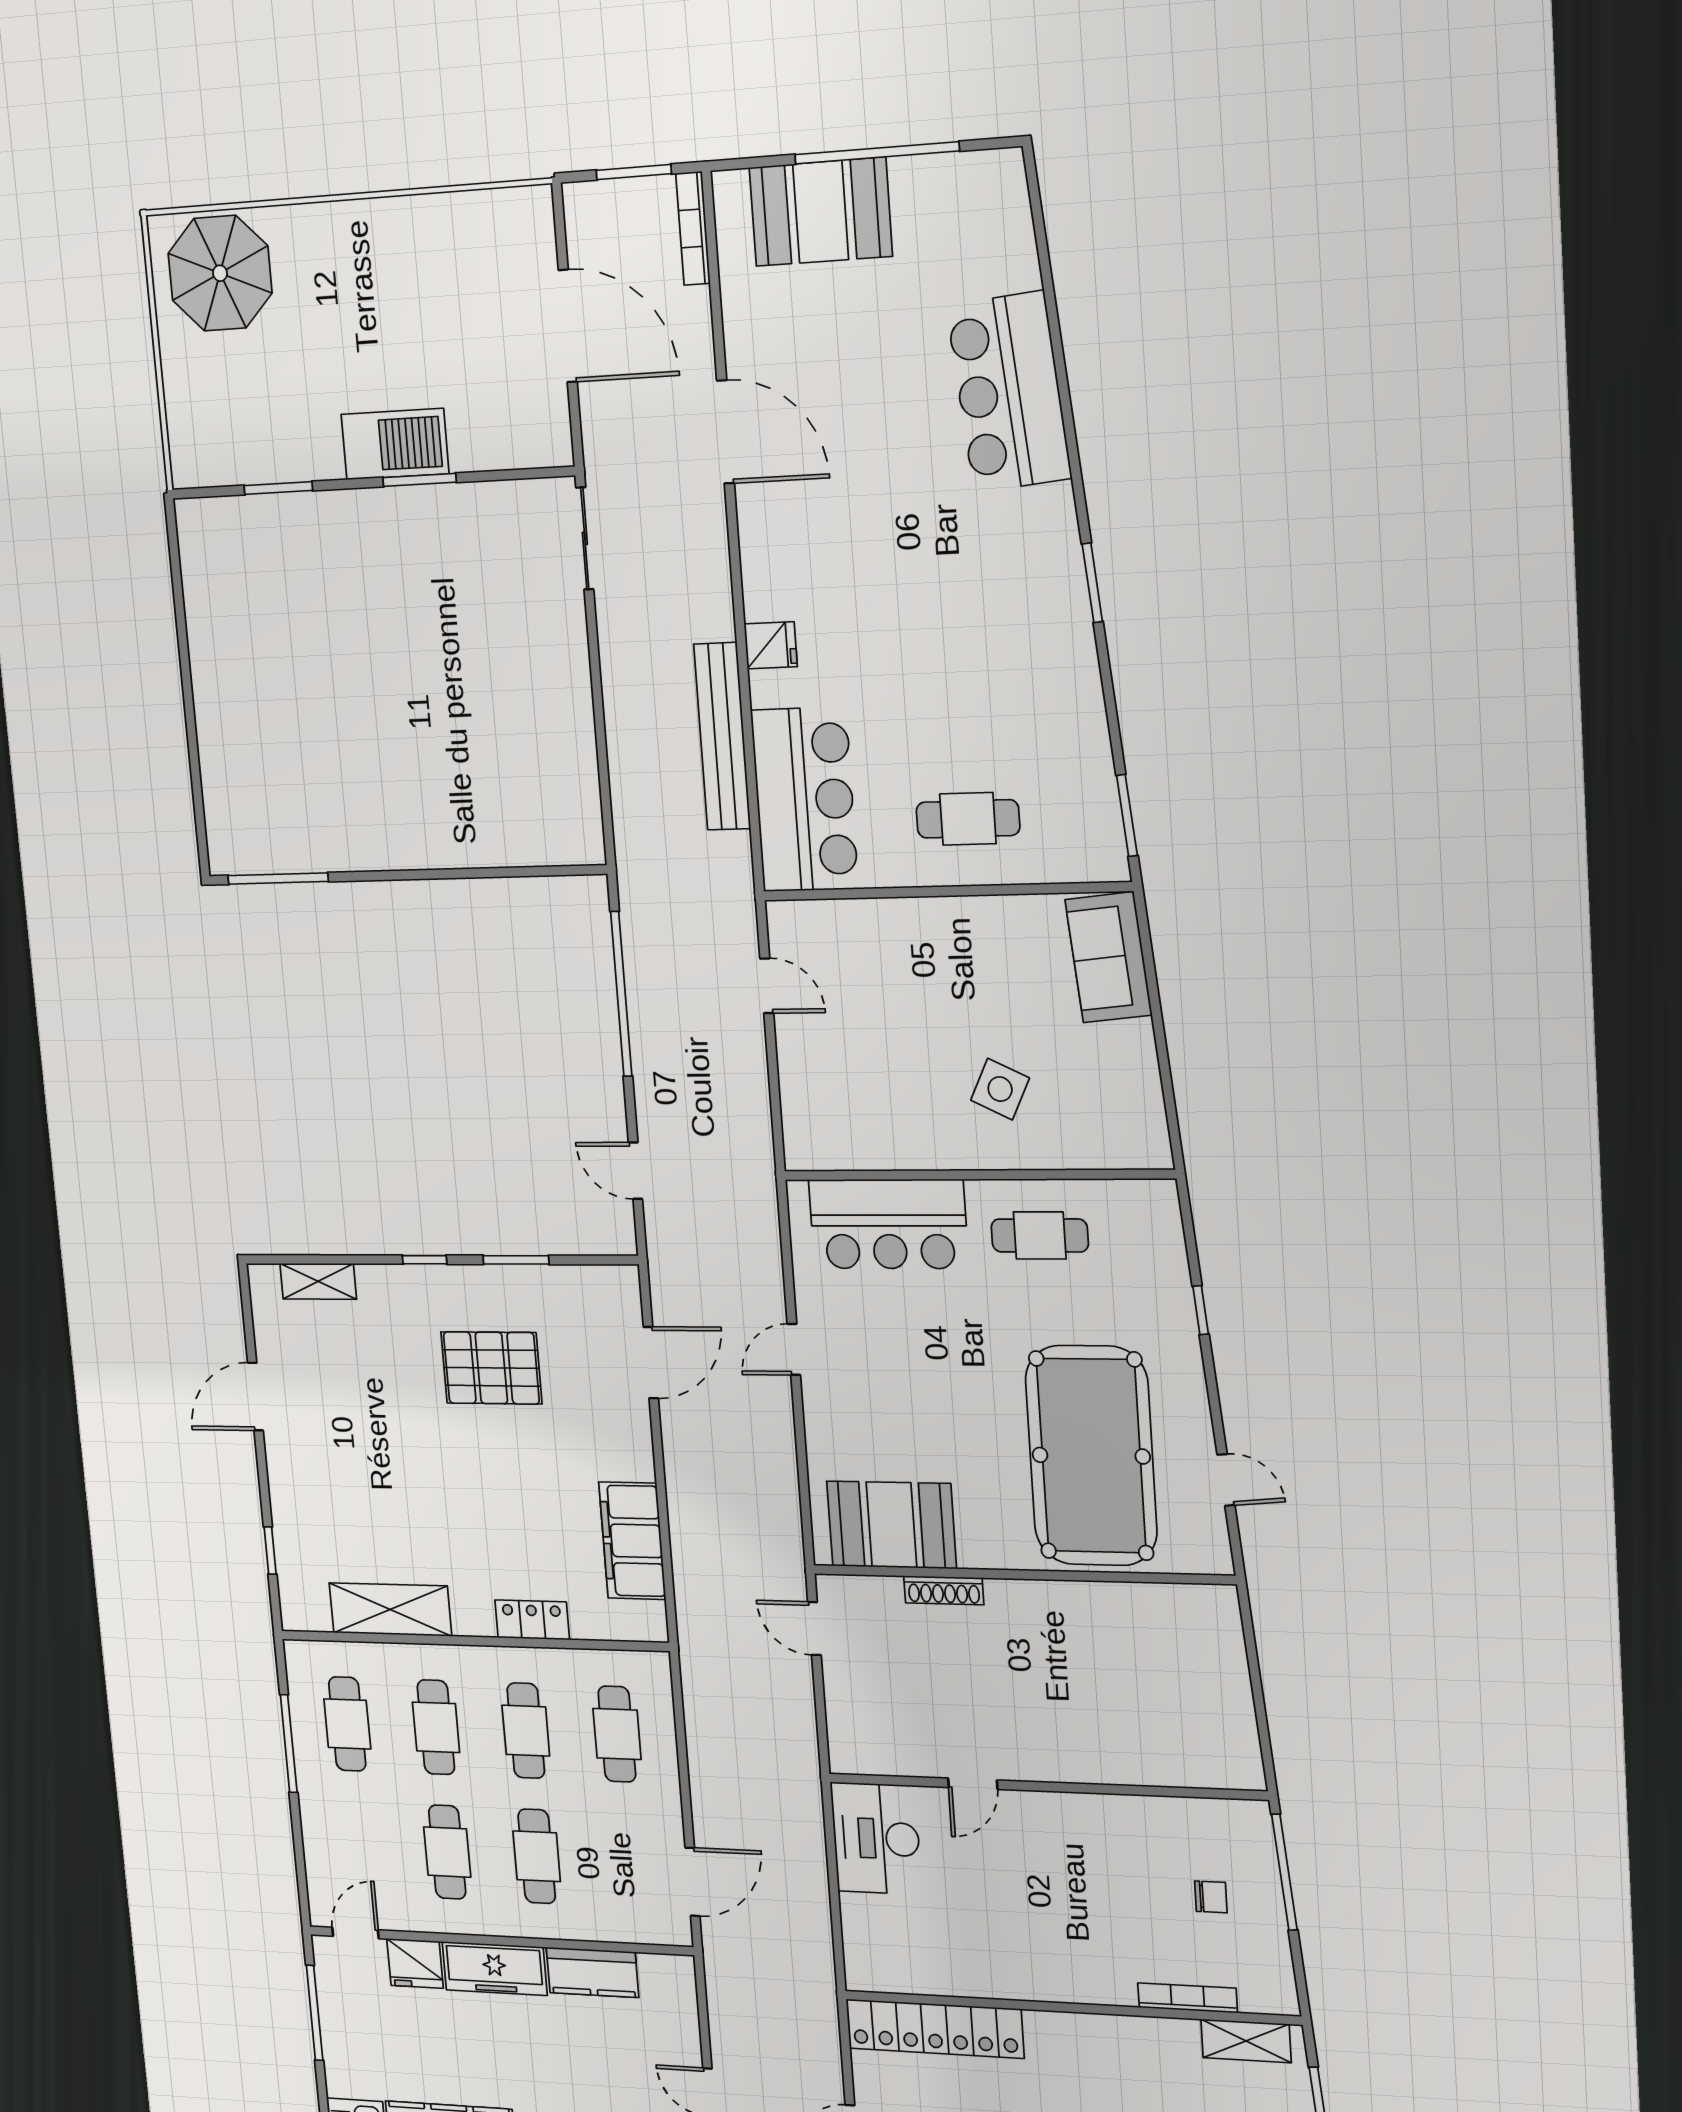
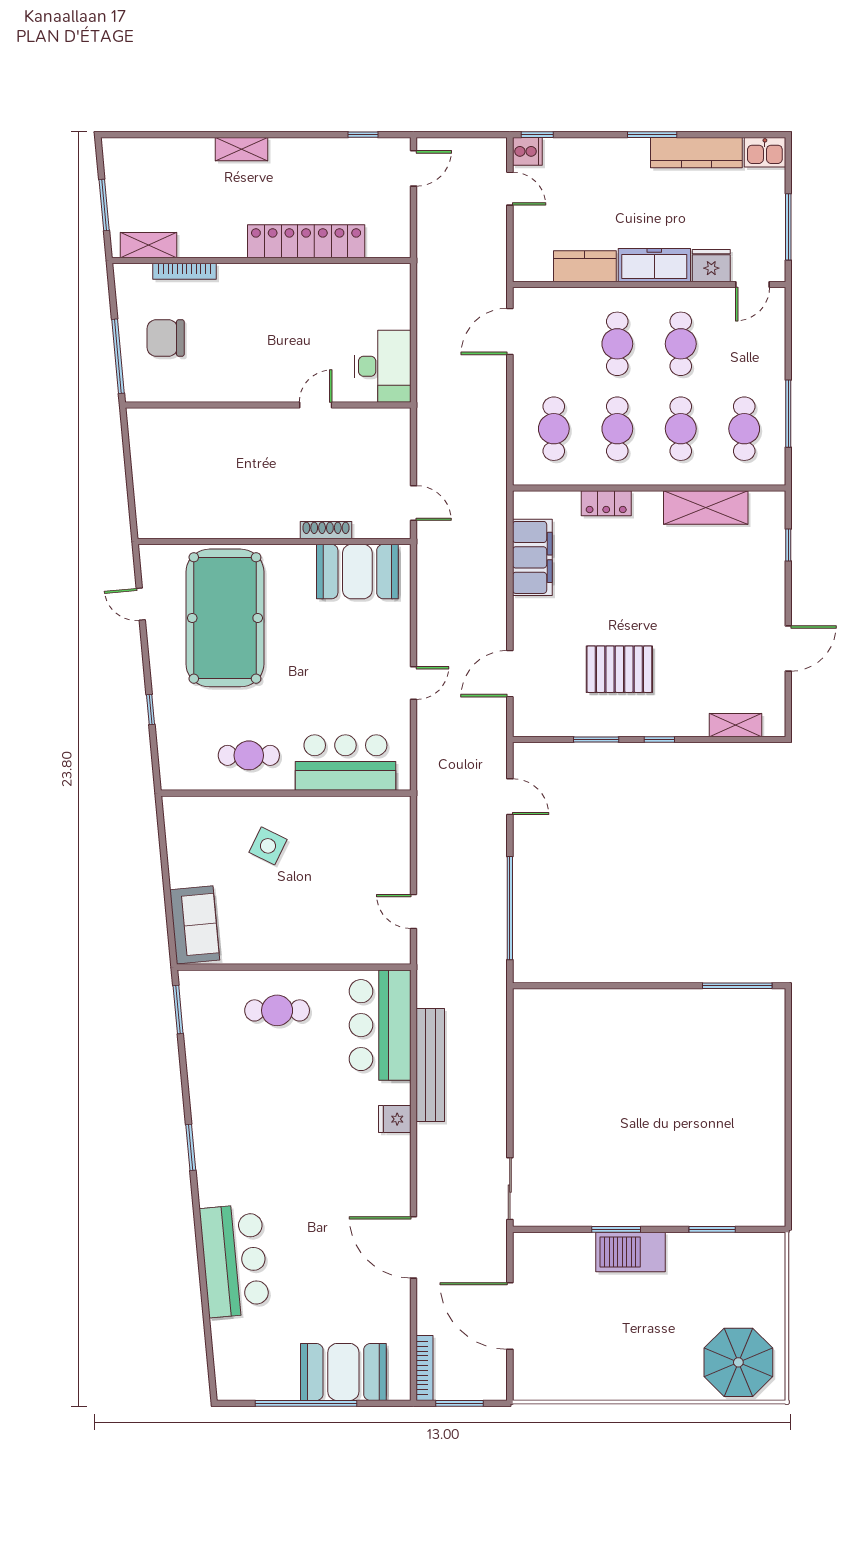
chair: (1211, 1897) -> (166, 338), width x1.87, depth x1.87
locker: (935, 2029) -> (306, 241), moved

